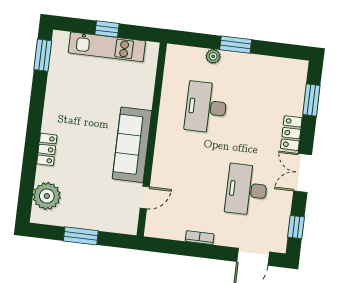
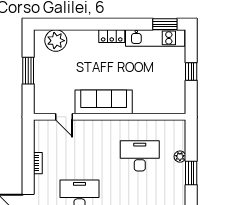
kitchen unit: (107, 47) -> (155, 38), moved, turned -90
locker: (47, 149) -> (112, 36), moved

